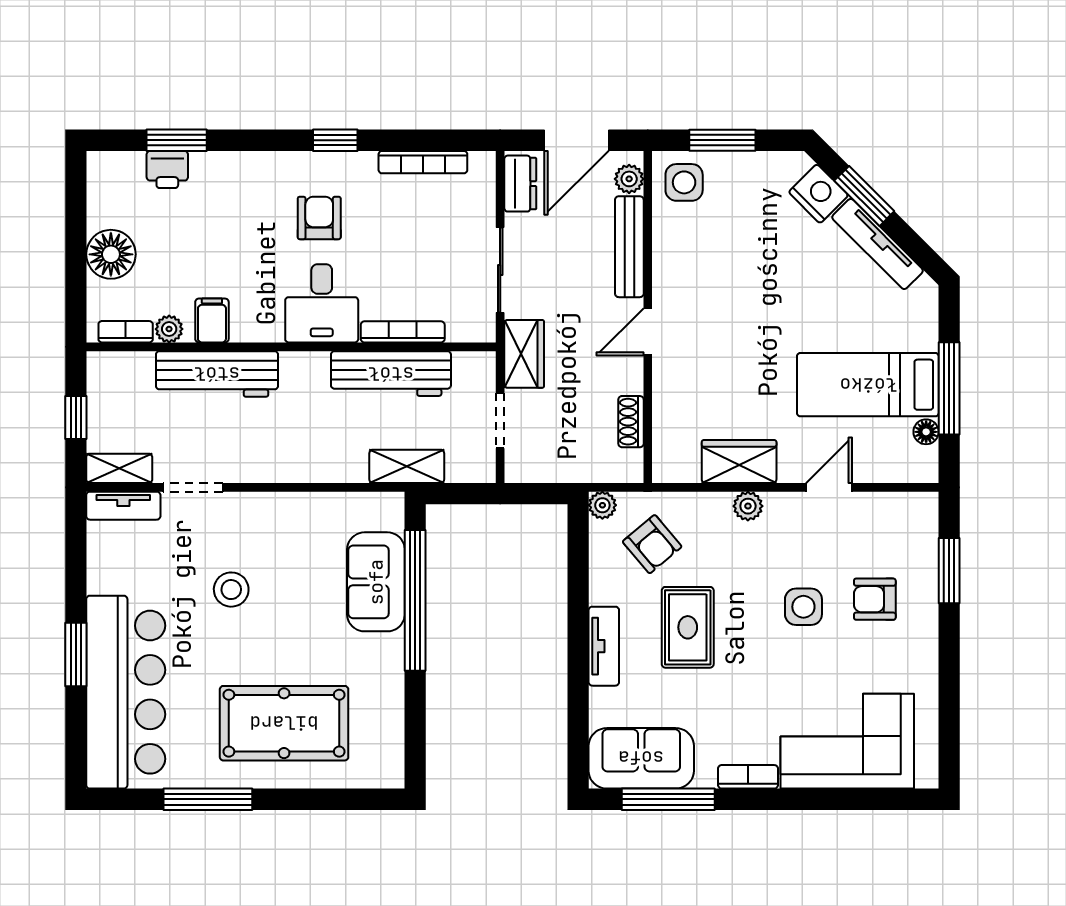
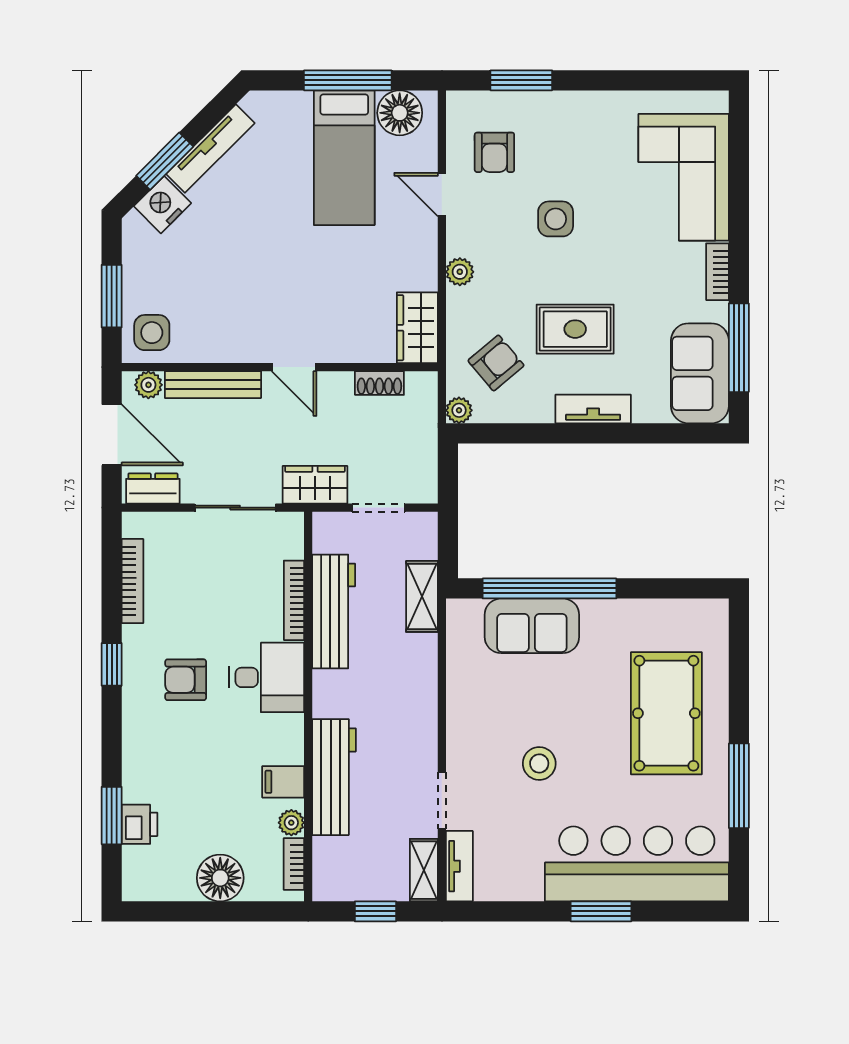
floor lamp: (926, 432) -> (400, 113), width x1.89, depth x1.89
wardrobe: (739, 462) -> (417, 328), moved
armchair: (875, 599) -> (494, 152), moved

